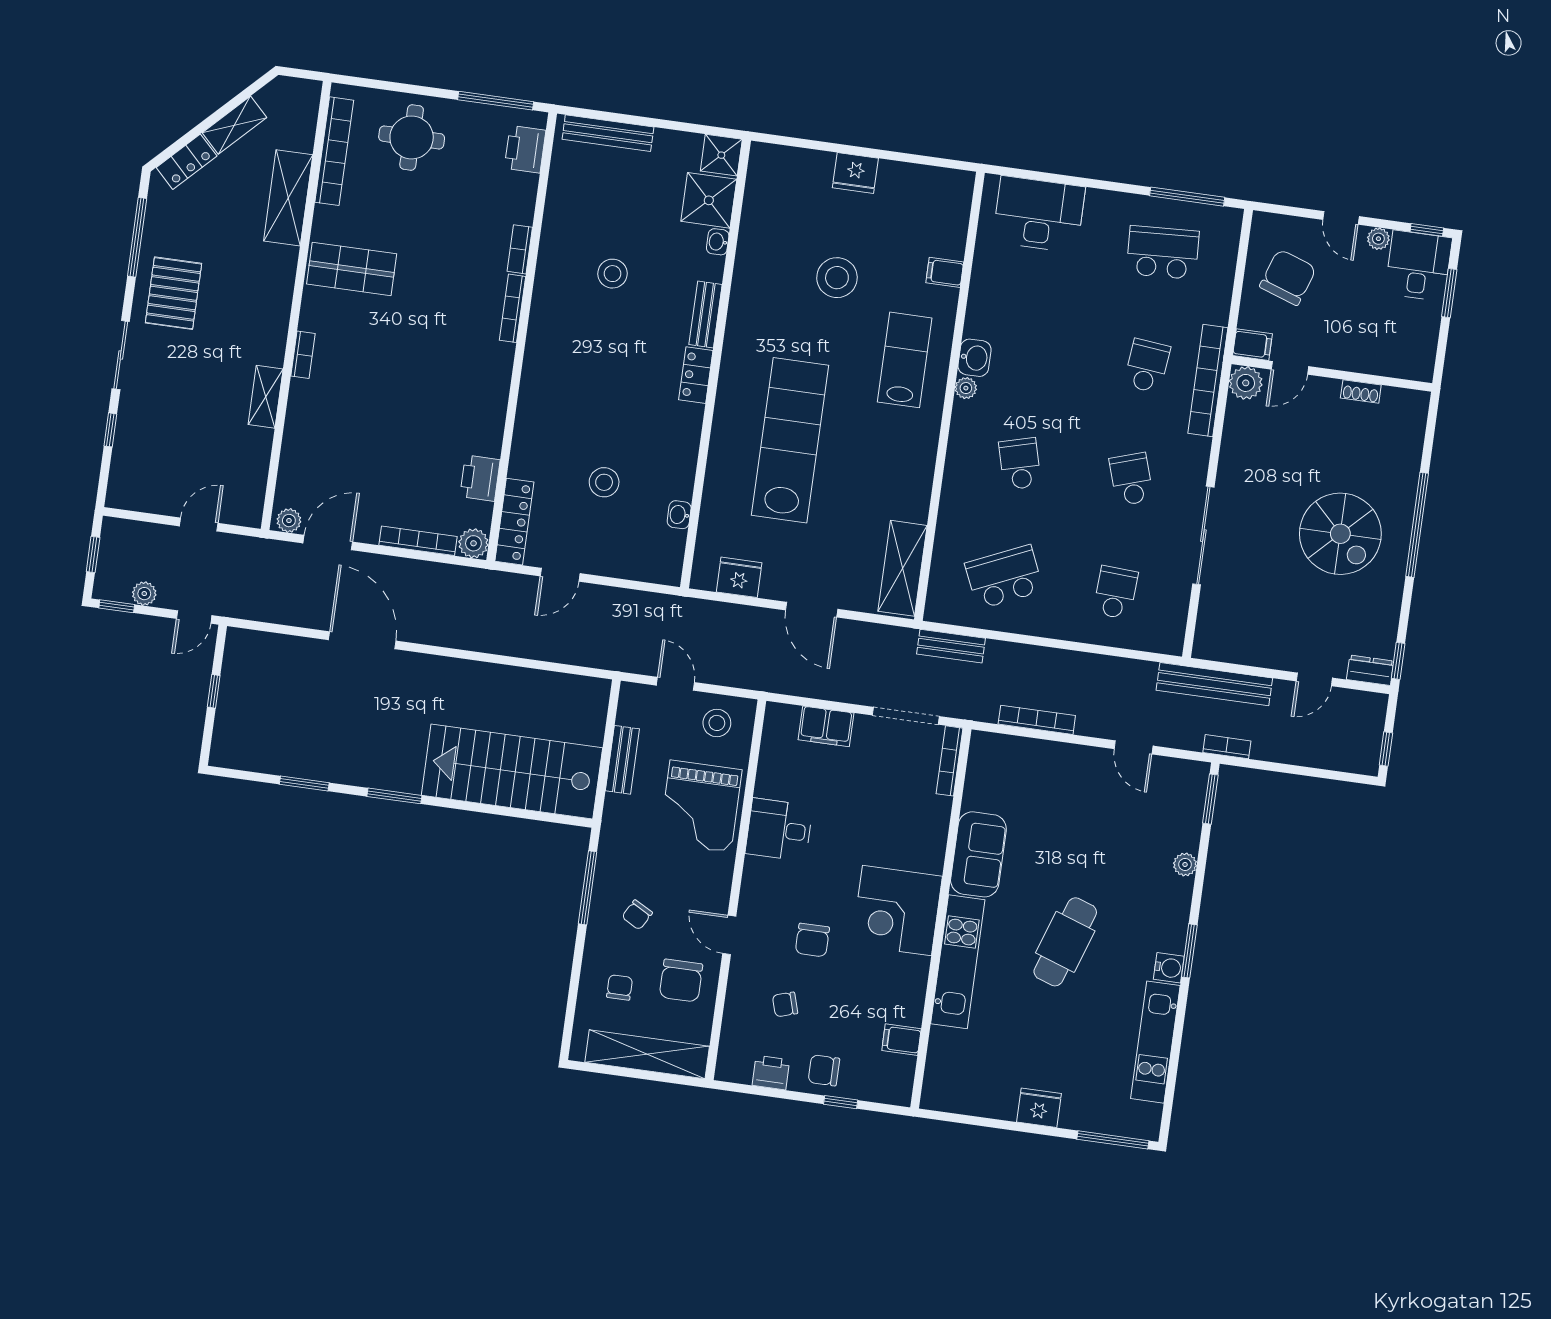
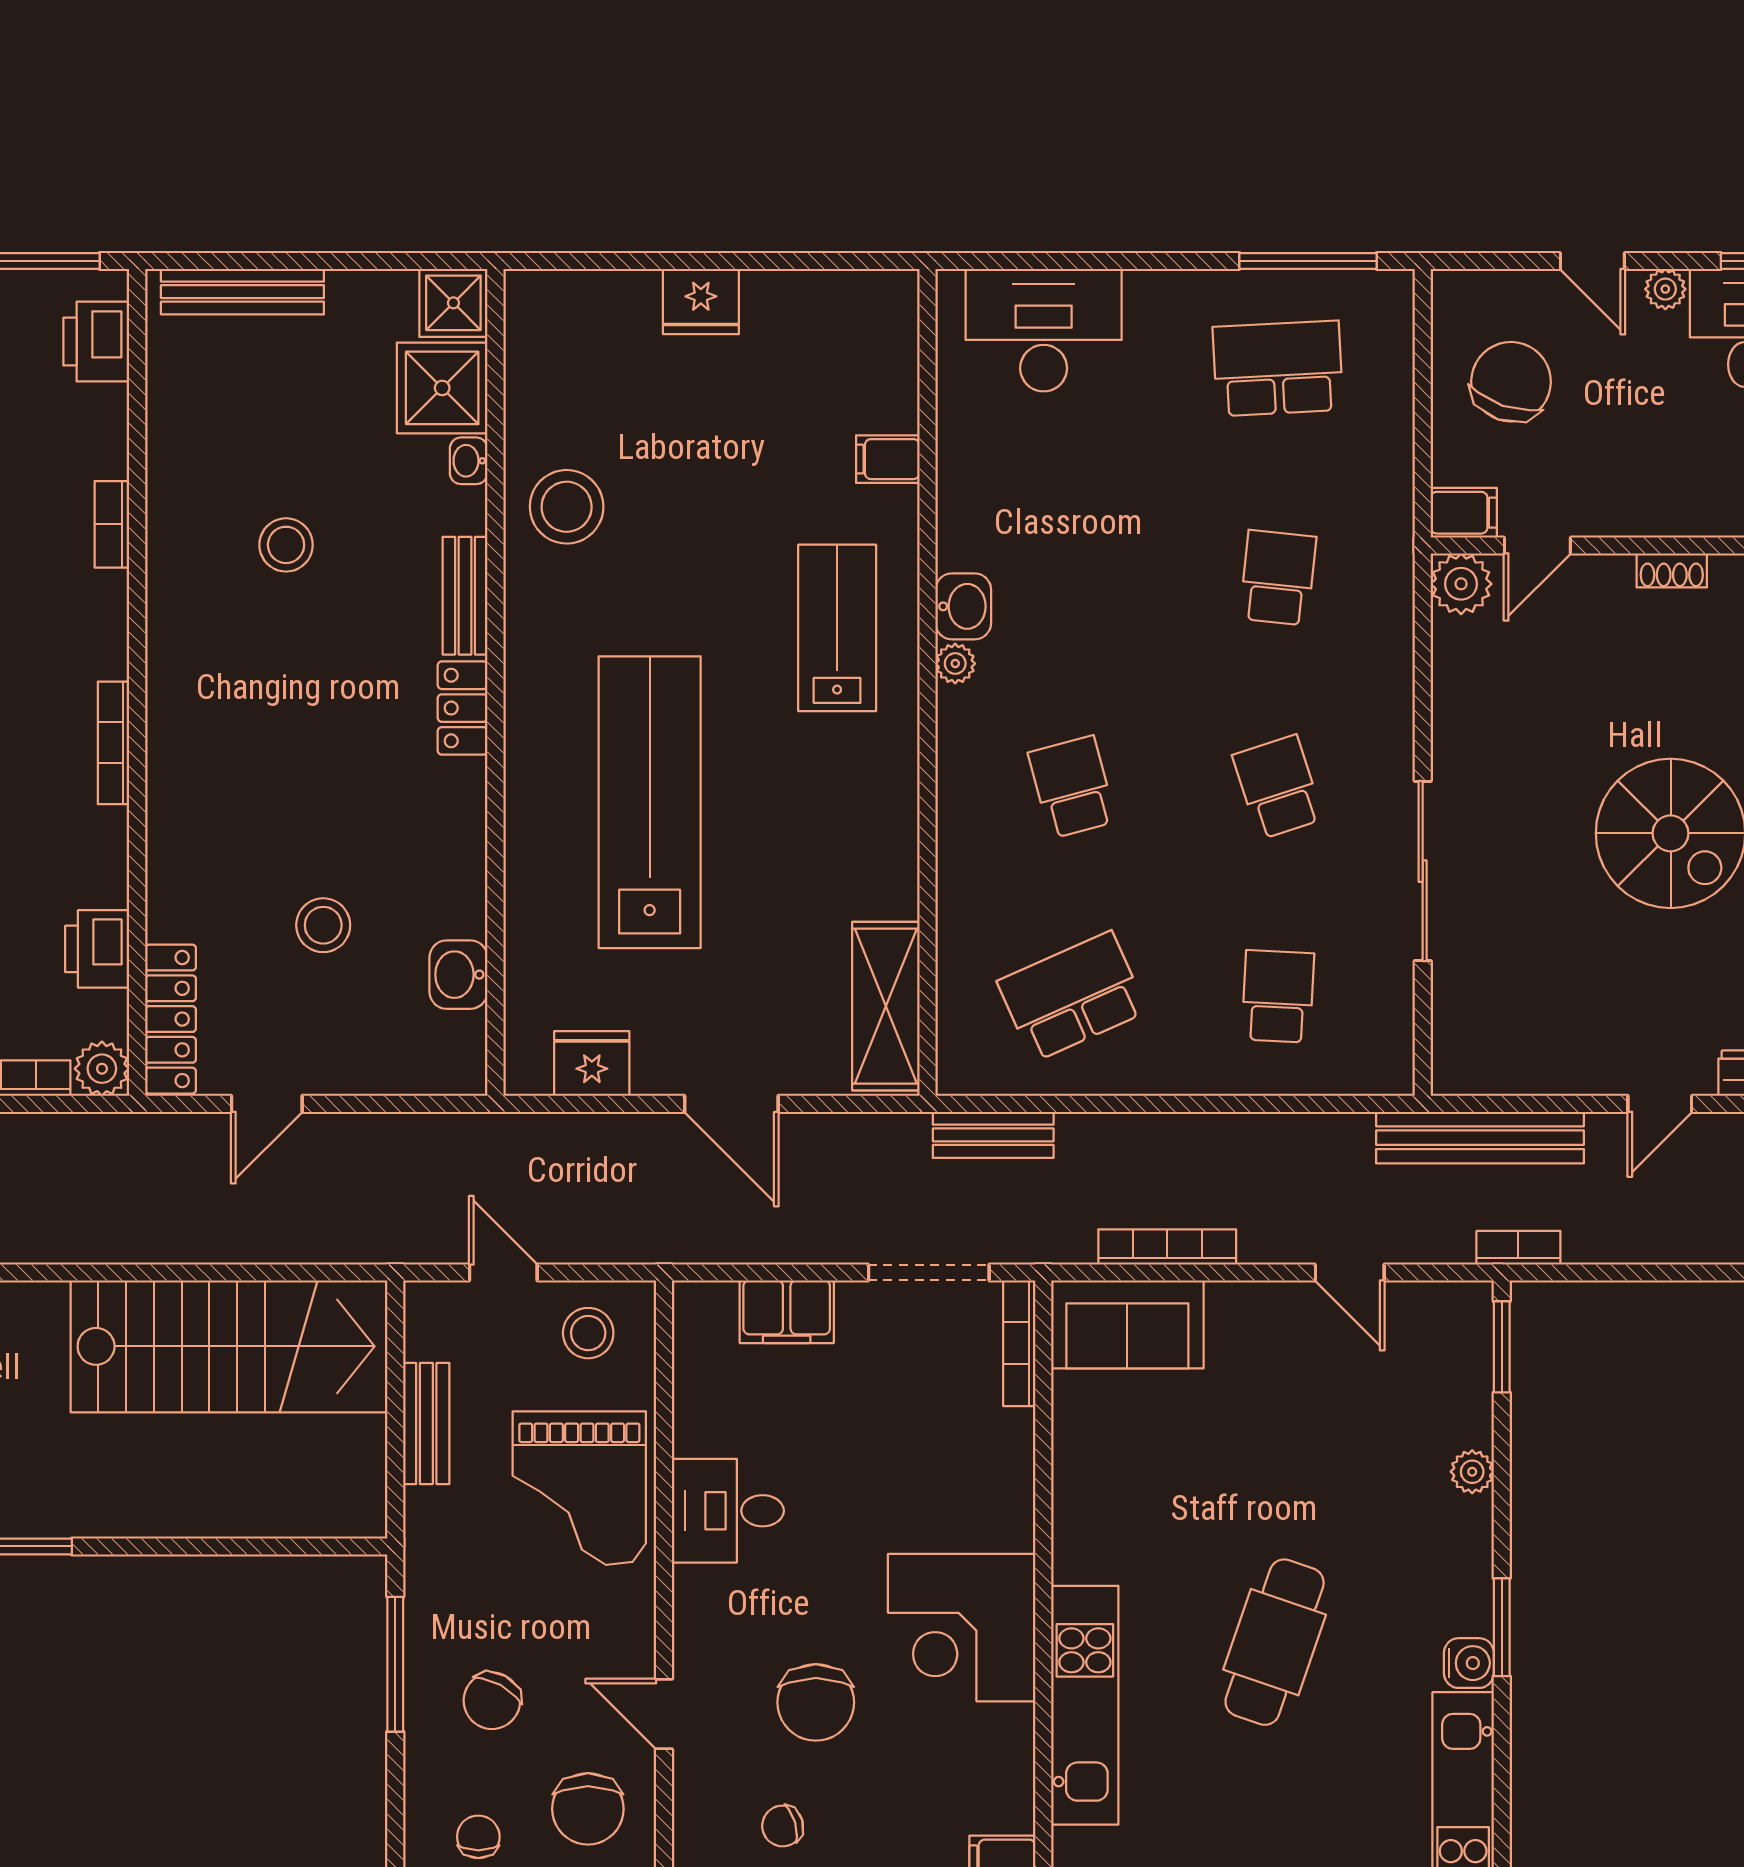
stool: (837, 278) -> (567, 507), moved
bookcase: (512, 308) -> (114, 743), moved
bookcase: (1208, 380) -> (1392, 589), removed
washbasin: (679, 515) -> (458, 975), width x1.38, depth x1.45
stairs: (512, 772) -> (229, 1346), moved, turned 180
sofa: (978, 854) -> (1127, 1324), moved, turned 90
chair: (637, 915) -> (492, 1701), width x1.37, depth x1.37
chair: (812, 940) -> (816, 1702), width x1.37, depth x1.37

